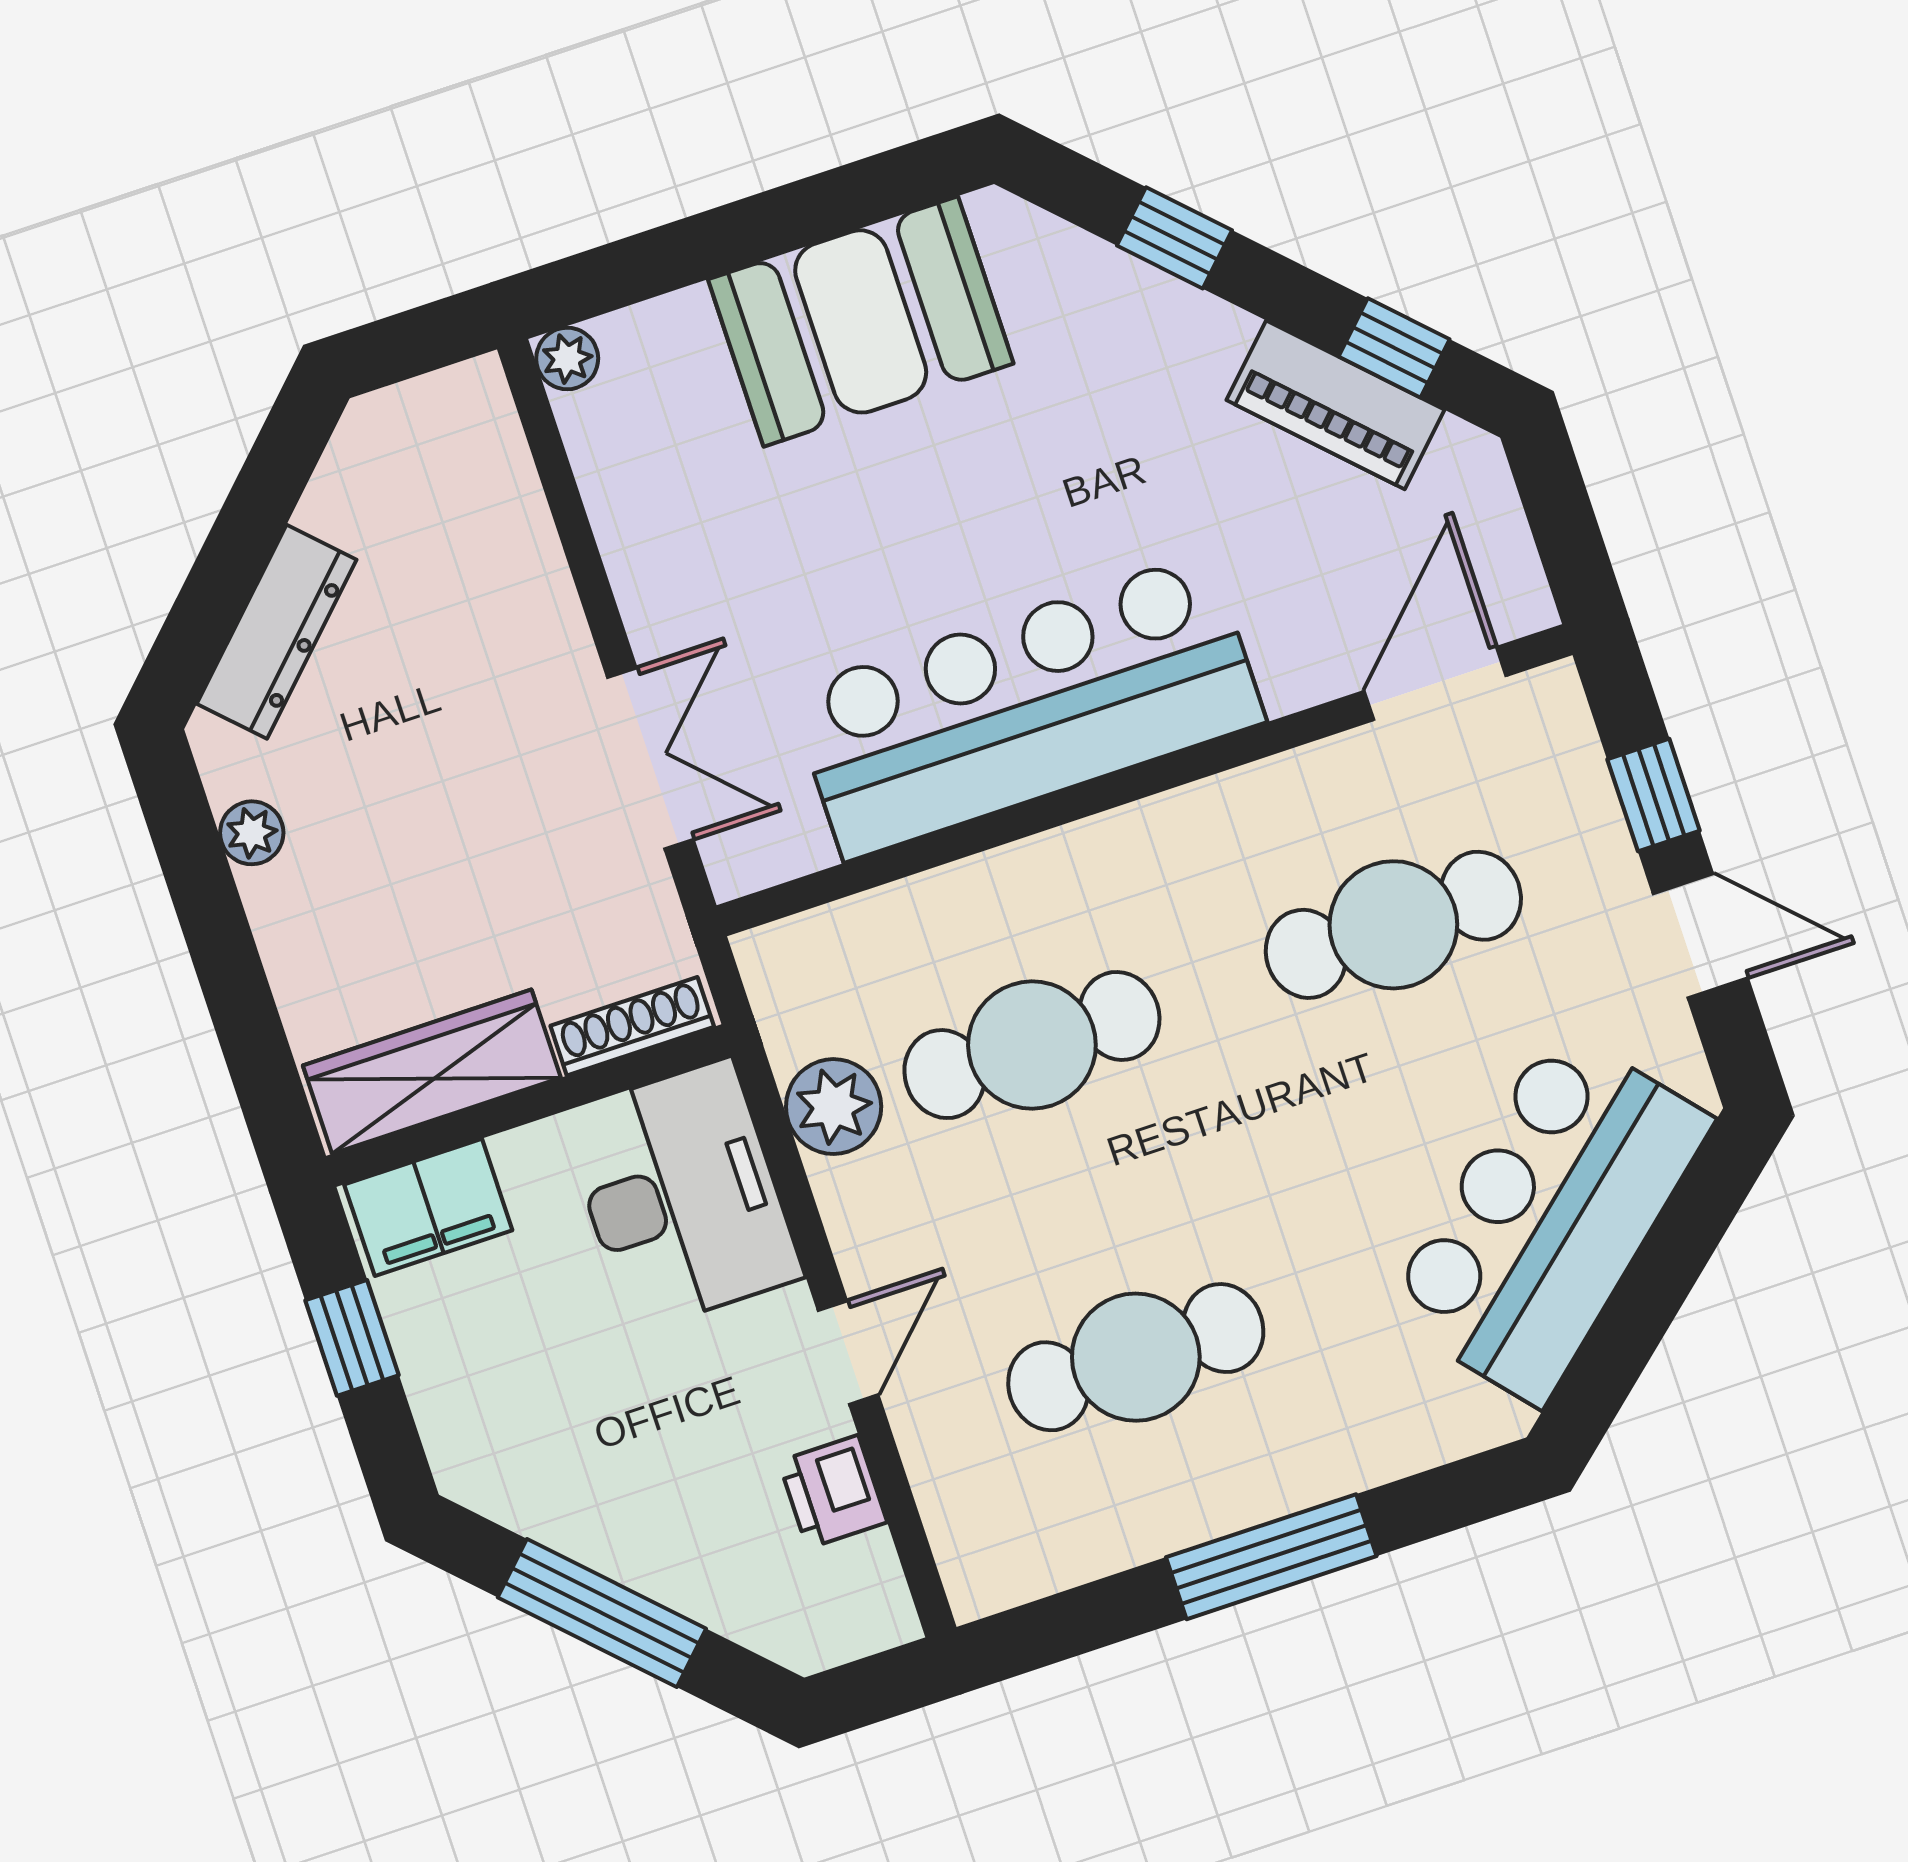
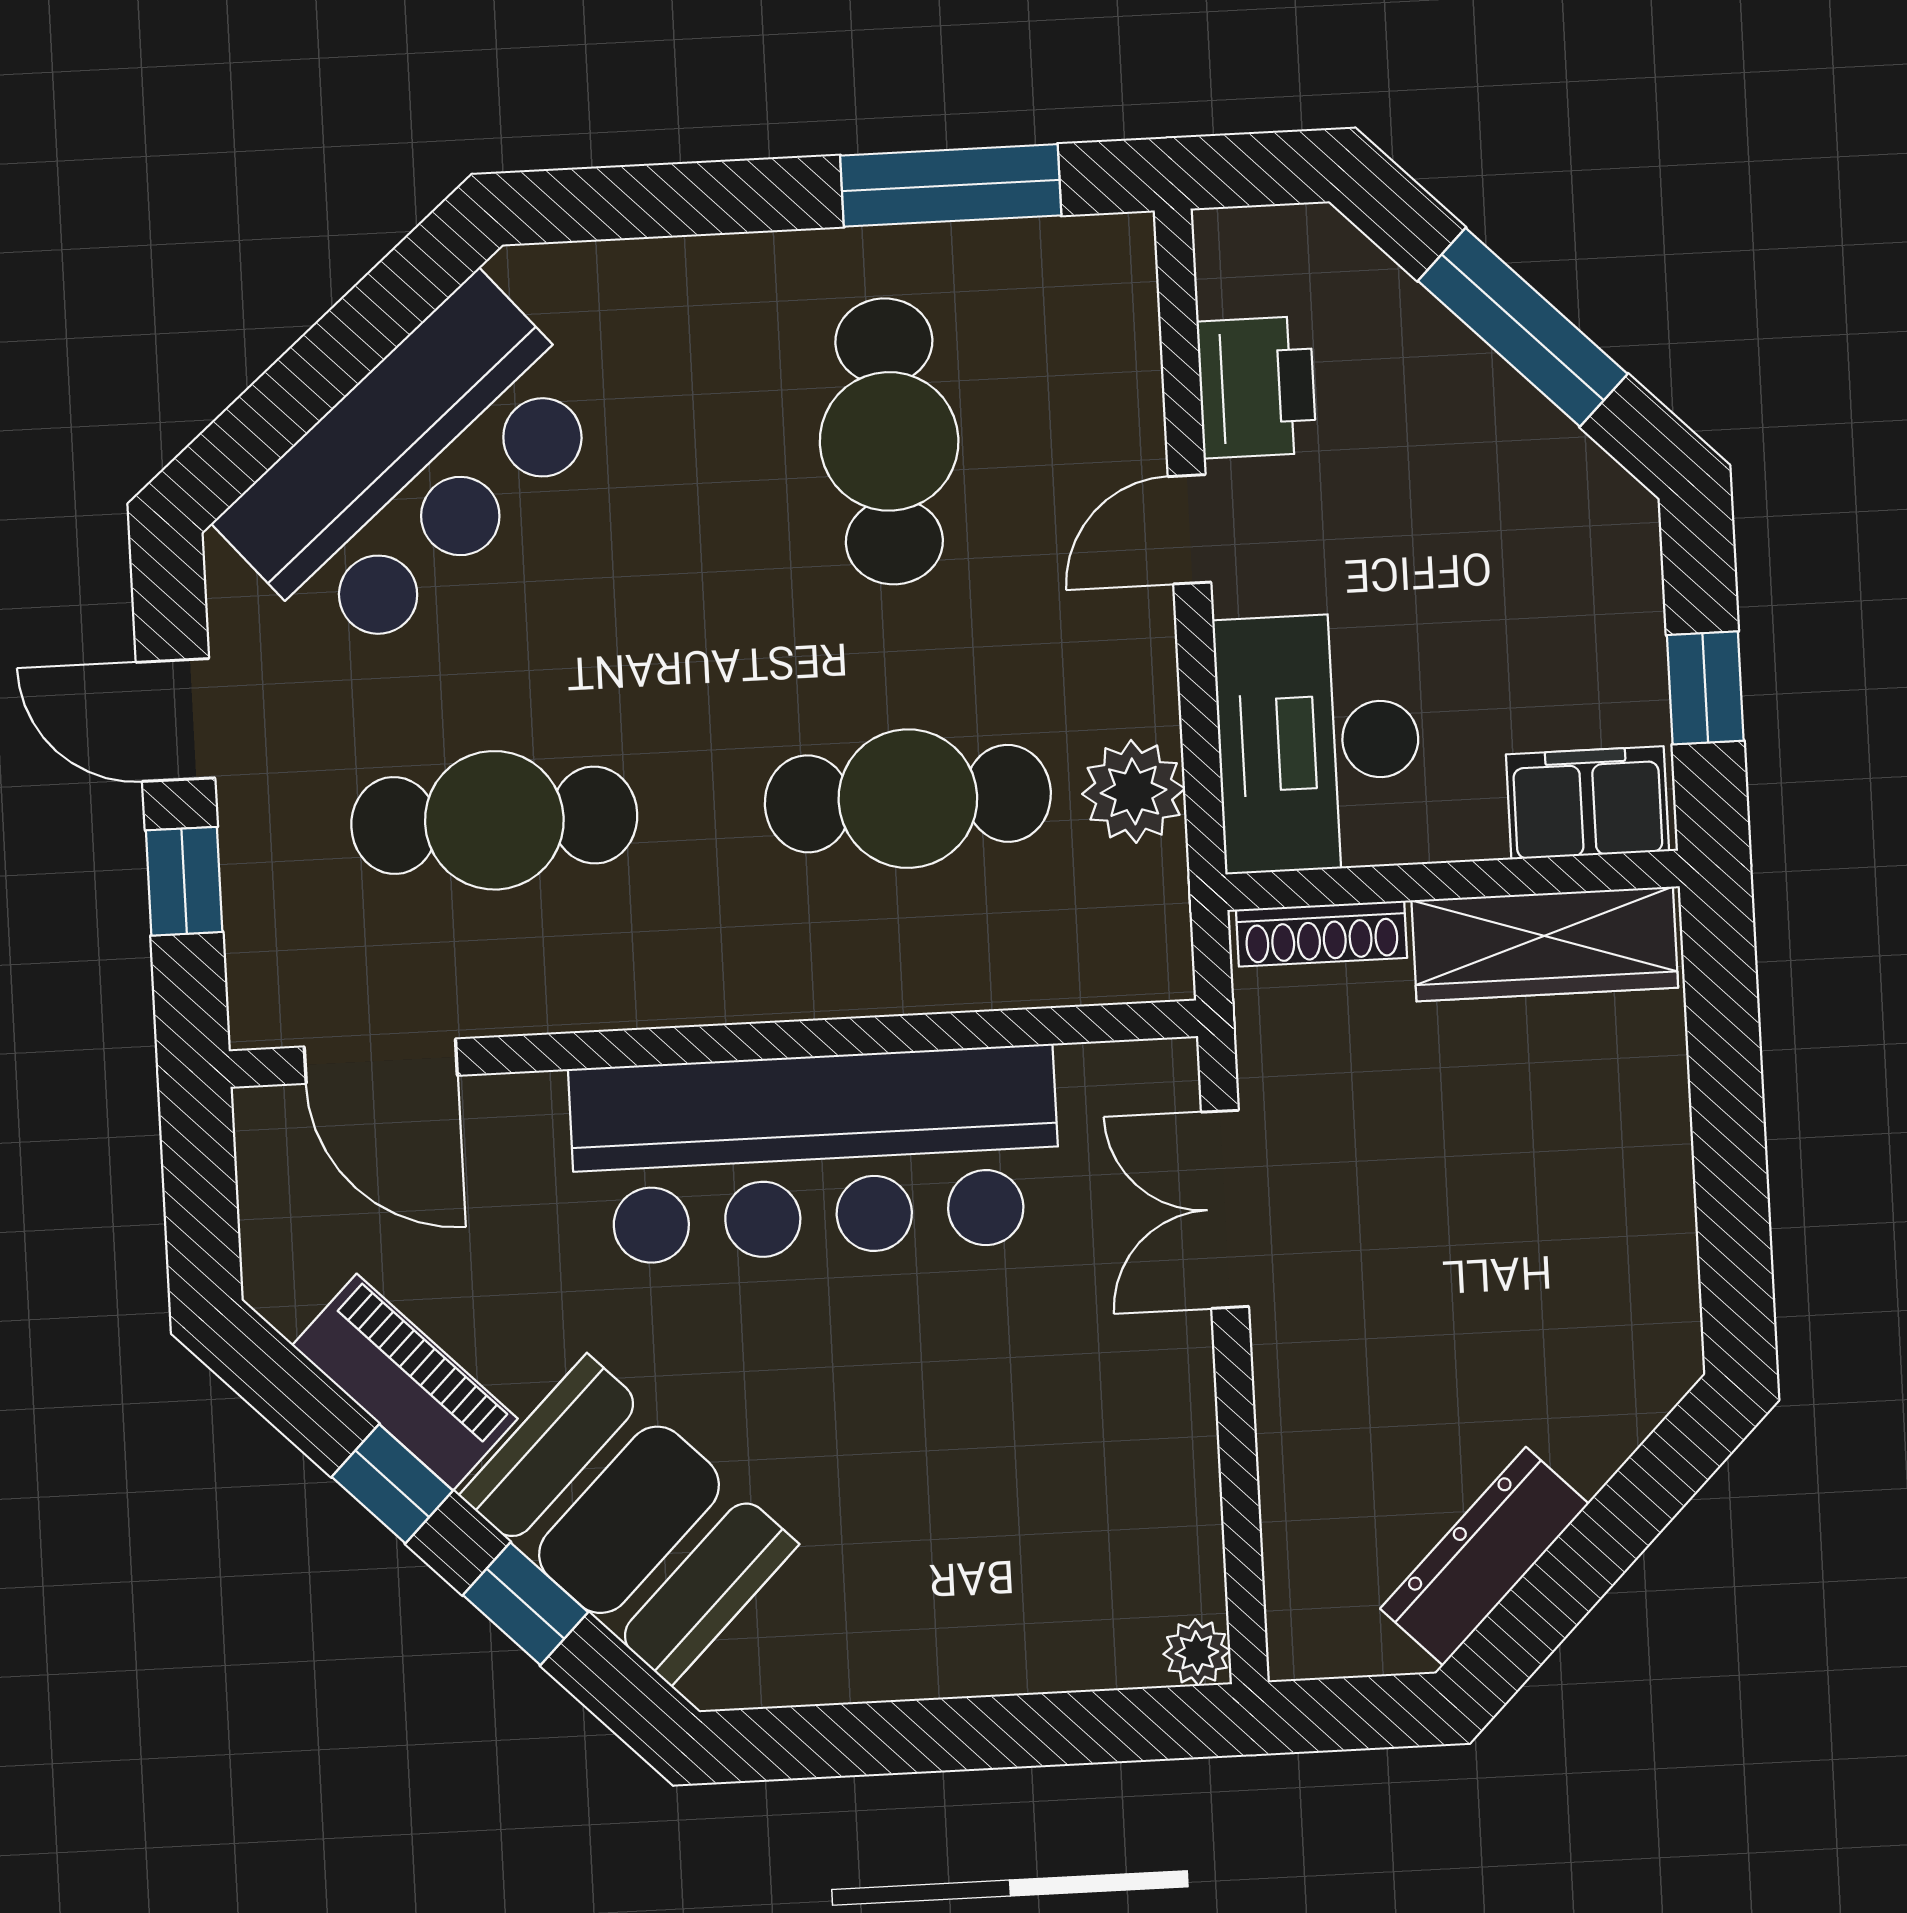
booth: (861, 321) -> (629, 1520), moved, turned 45
window: (1394, 348) -> (392, 1484), moved
dresser: (277, 632) -> (1485, 1556), moved
door: (1435, 684) -> (381, 1061), hinge flipped
plant: (252, 833) -> (1664, 1246), removed
cafe table: (1136, 1357) -> (889, 441), turned 90
printer: (833, 1492) -> (1257, 387), width x1.36, depth x1.24
window: (1271, 1557) -> (951, 185), moved

